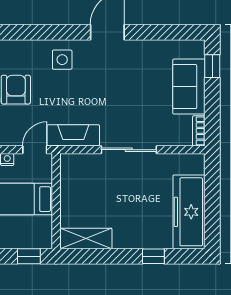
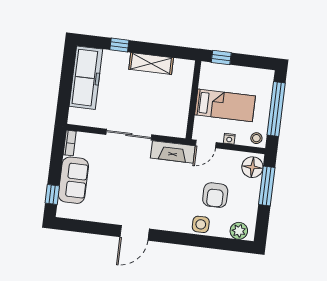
side table: (62, 60) -> (201, 224), moved
shelving: (86, 239) -> (151, 64), moved

